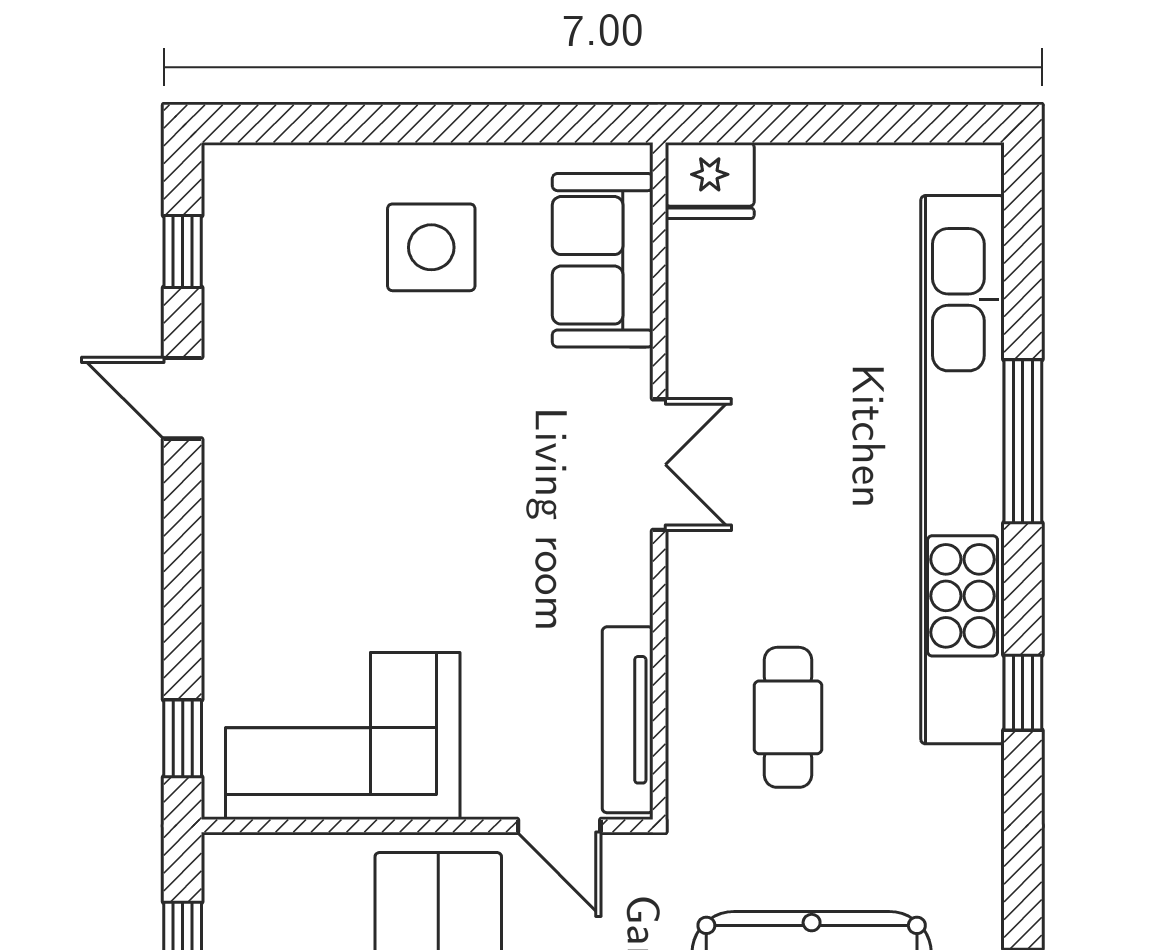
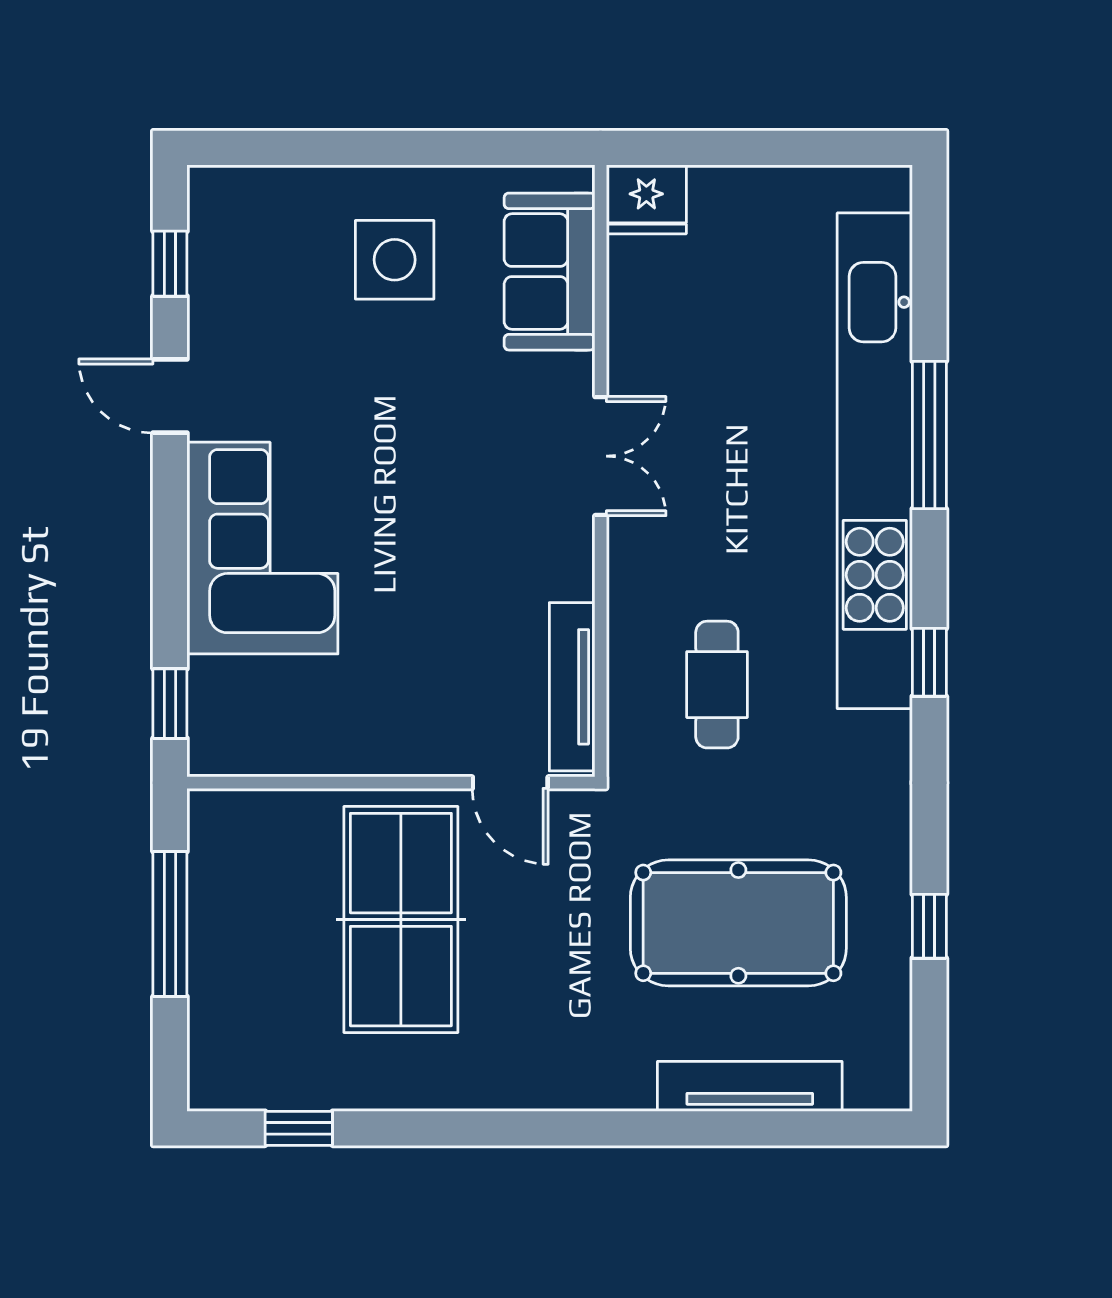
corner sofa: (343, 736) -> (262, 548), moved, turned 90

